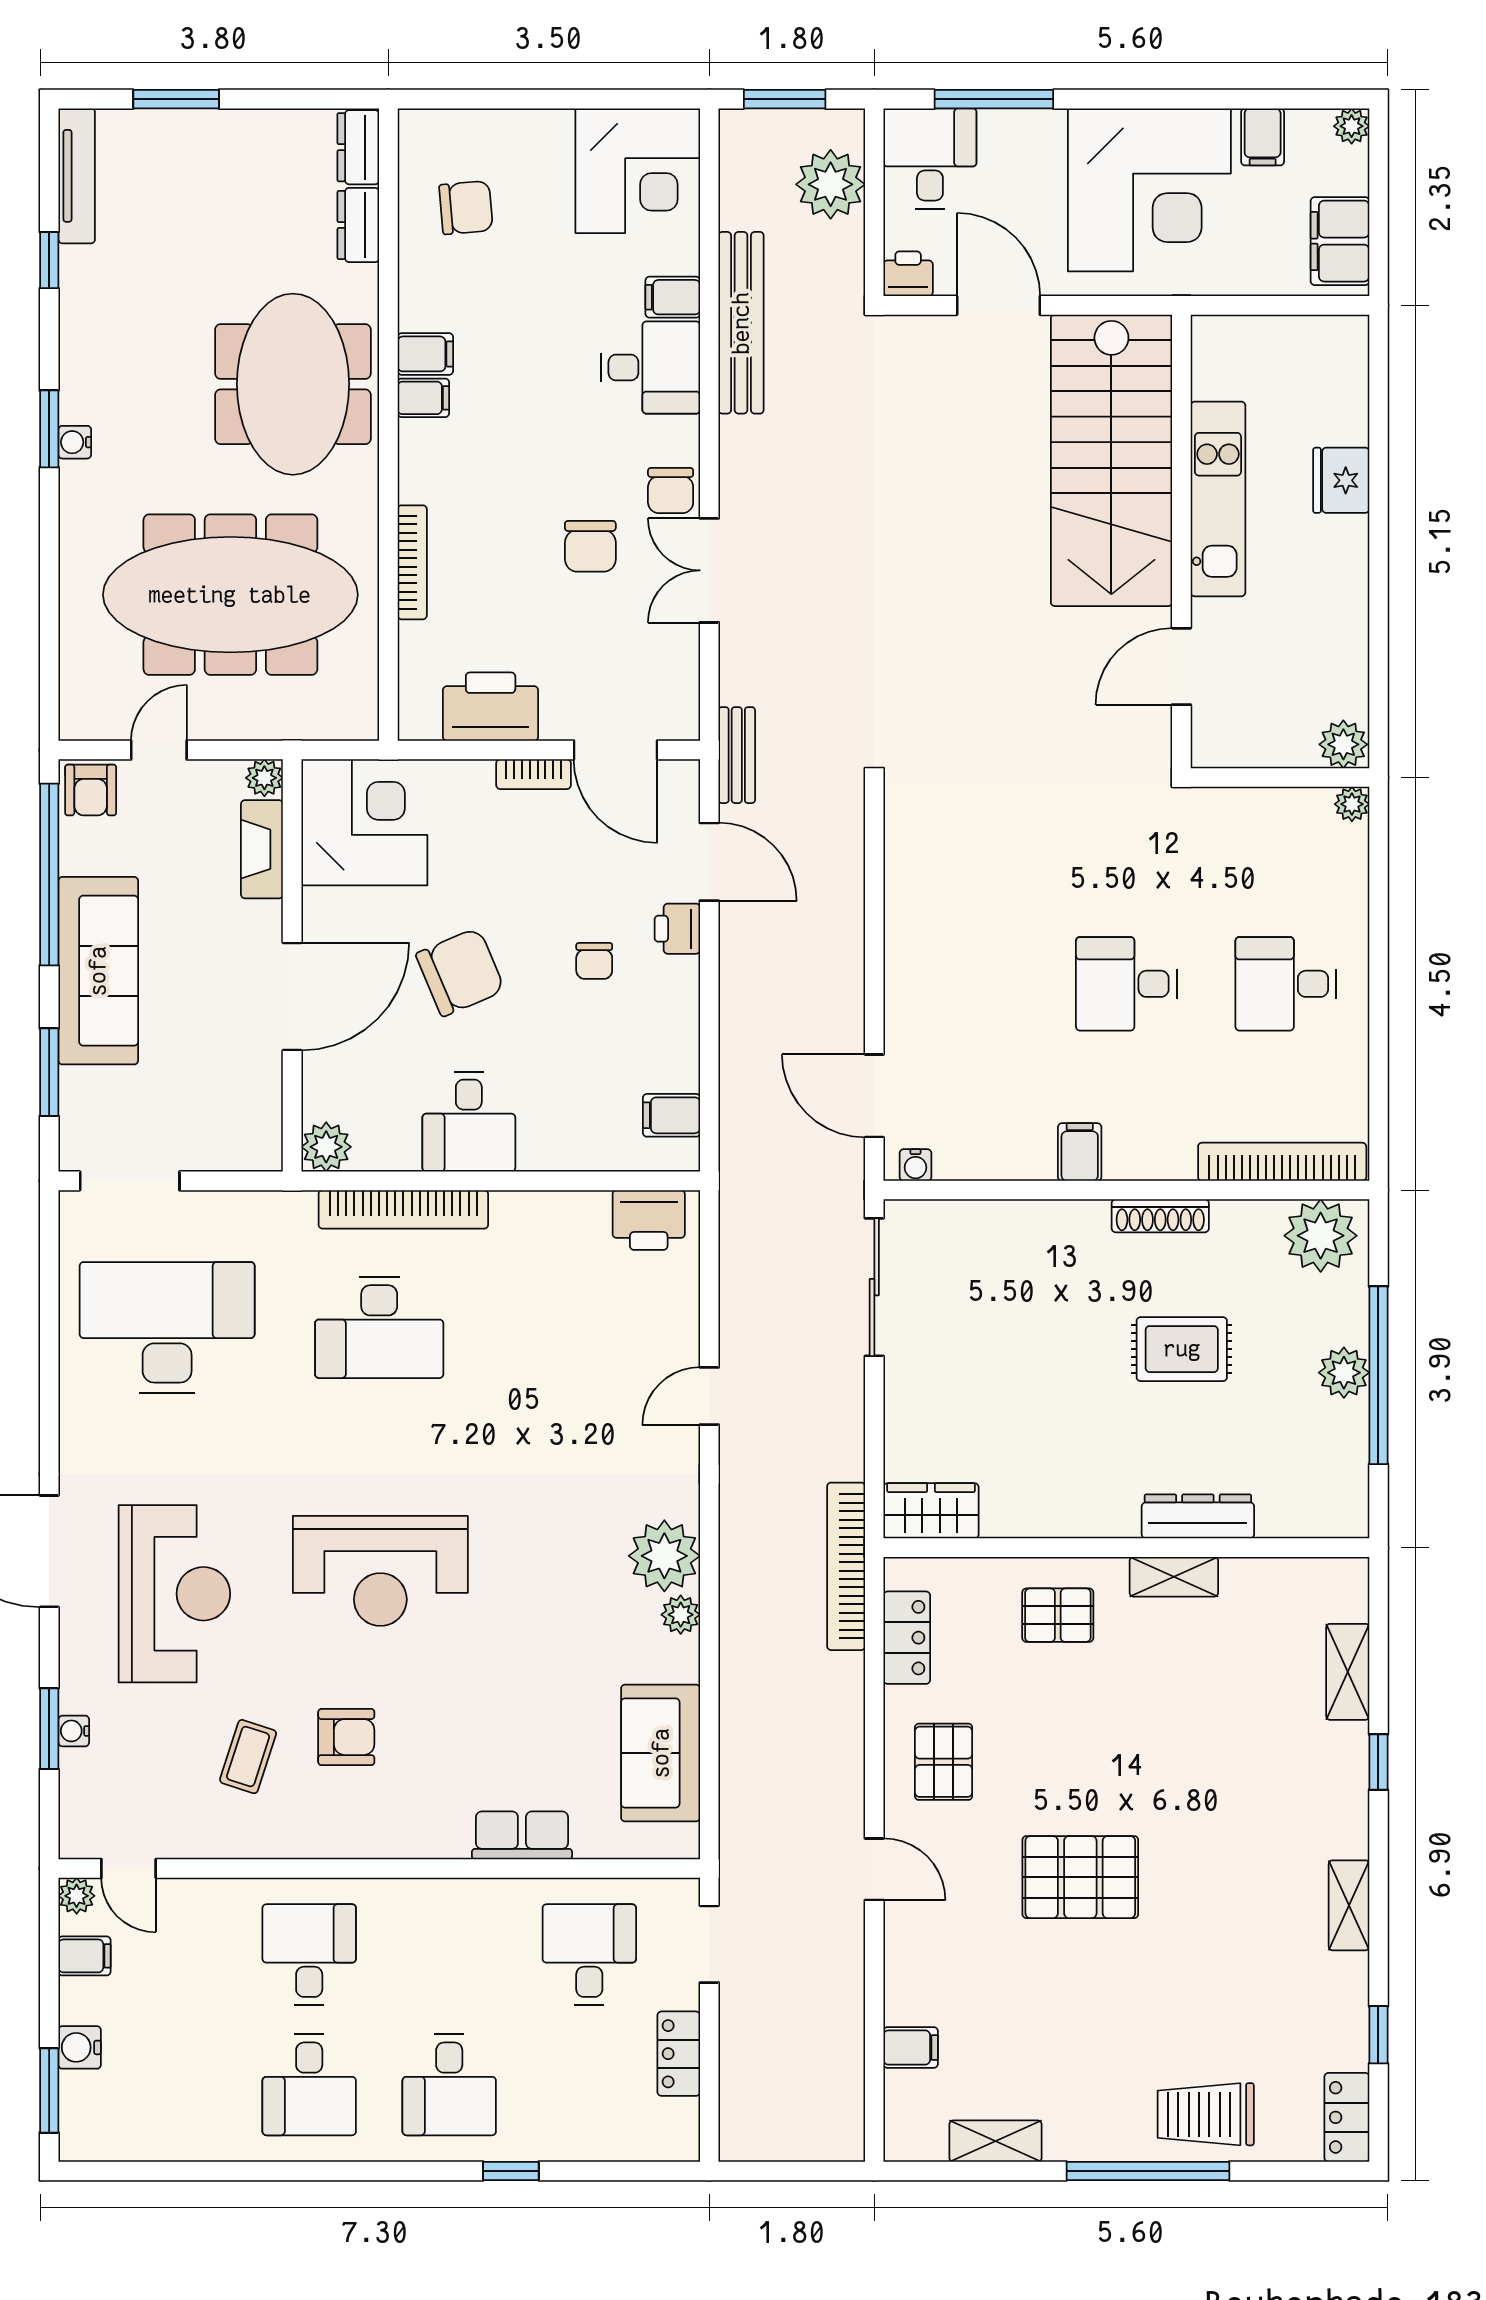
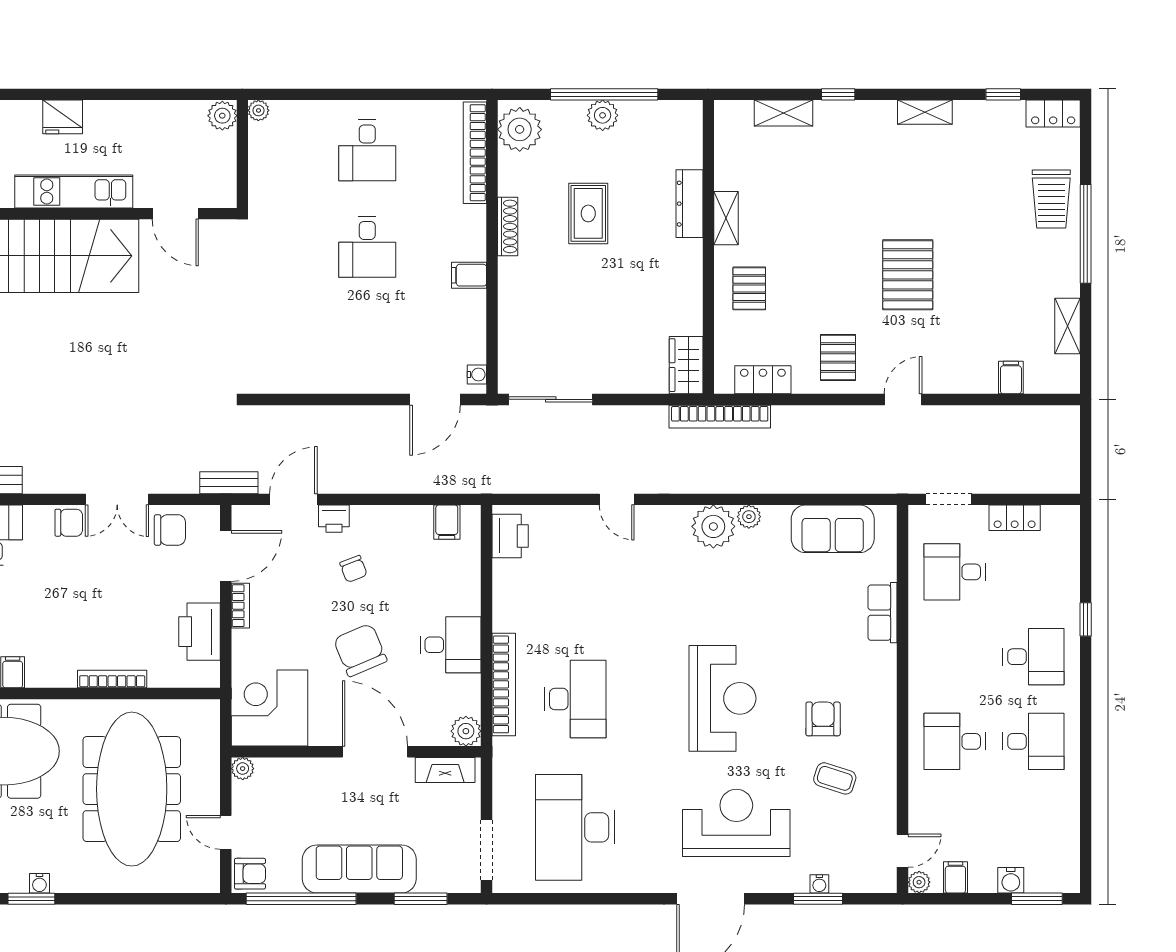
chair: (590, 546) -> (170, 530), moved
fireplace: (262, 849) -> (445, 770), moved
chair: (594, 961) -> (353, 569), turned 69
pallet: (944, 1762) -> (838, 358), turned 90

